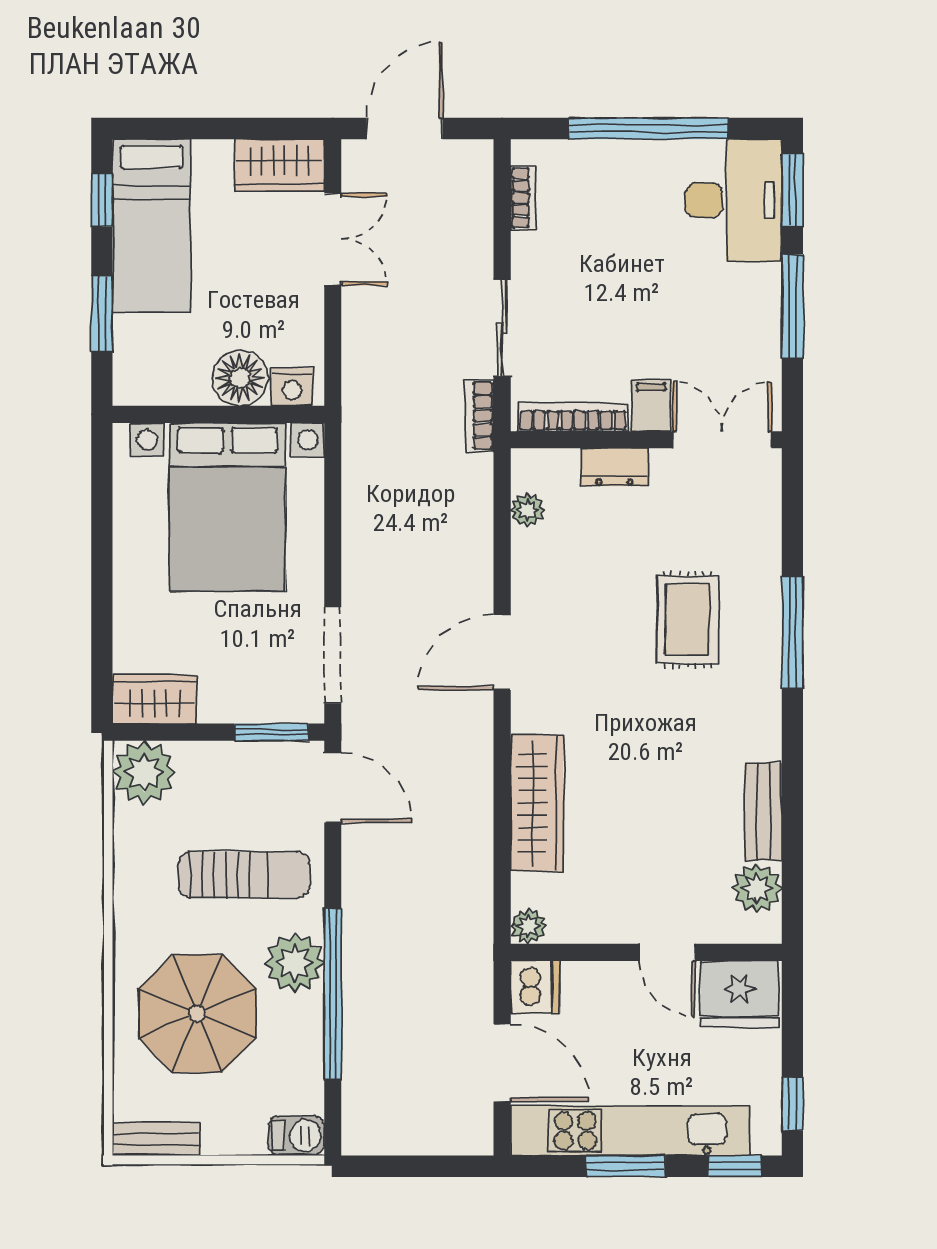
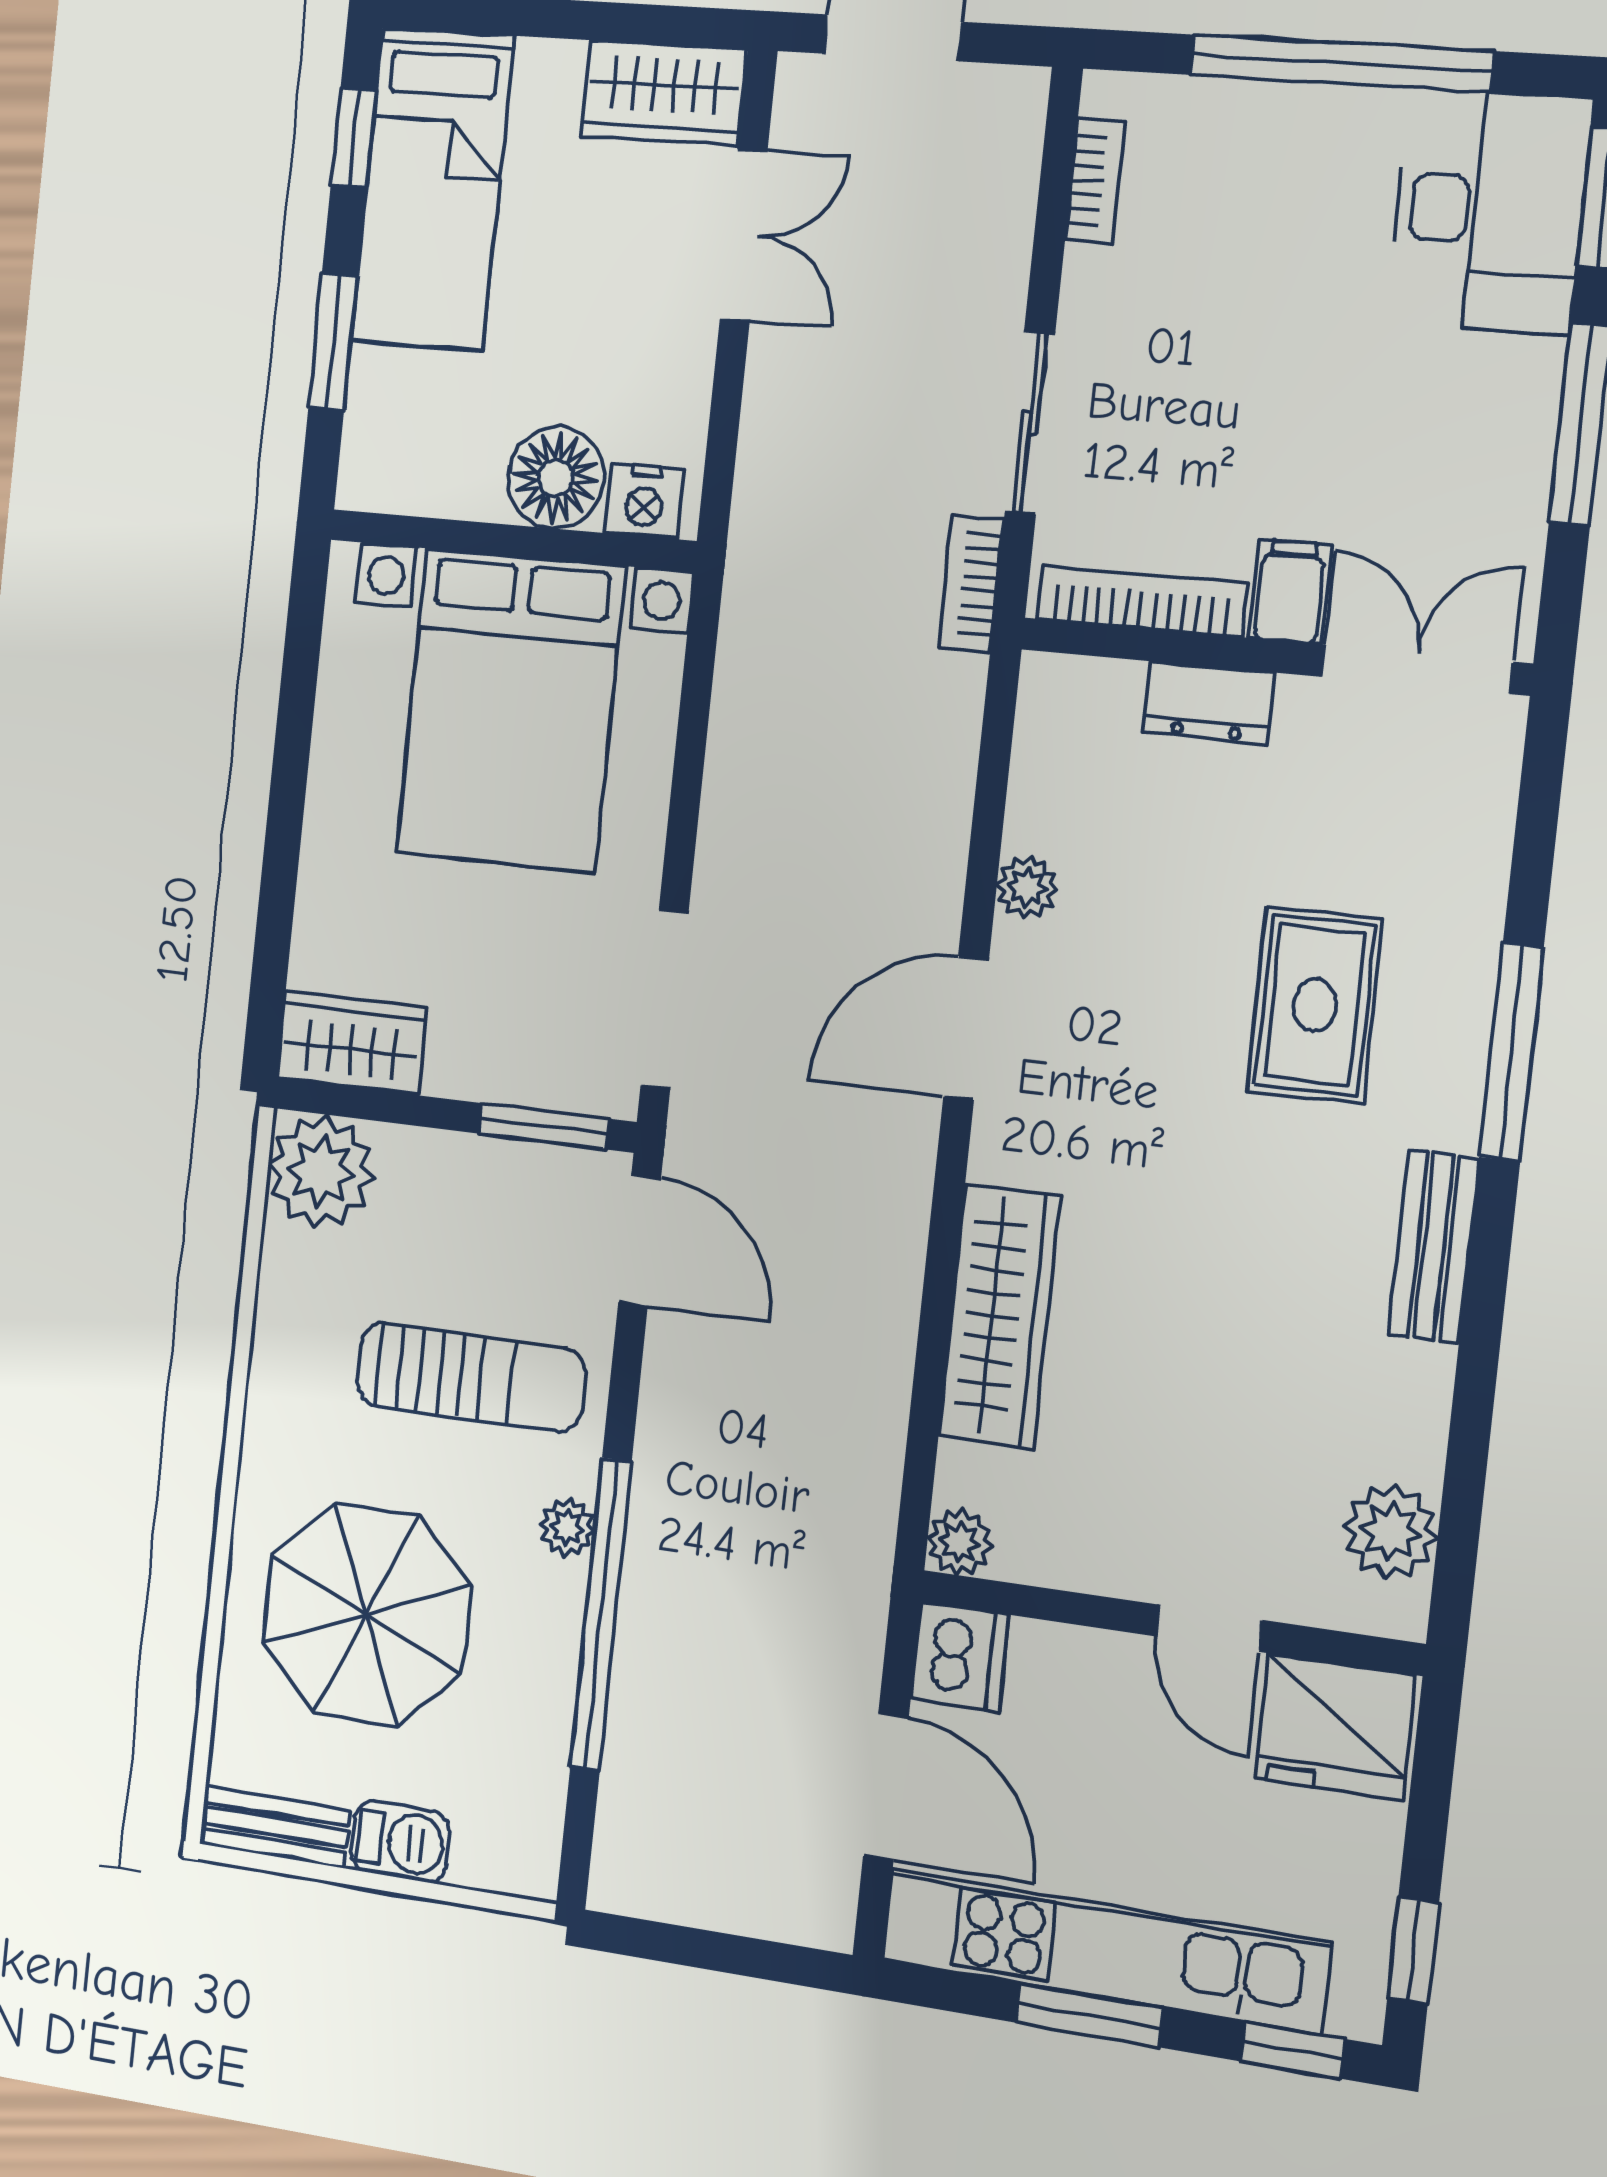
plant: (527, 510) -> (1027, 887), moved
bench: (763, 812) -> (1434, 1247), moved
plant: (295, 963) -> (567, 1527), width x0.53, depth x0.53
barbecue: (296, 1136) -> (400, 1842), moved

